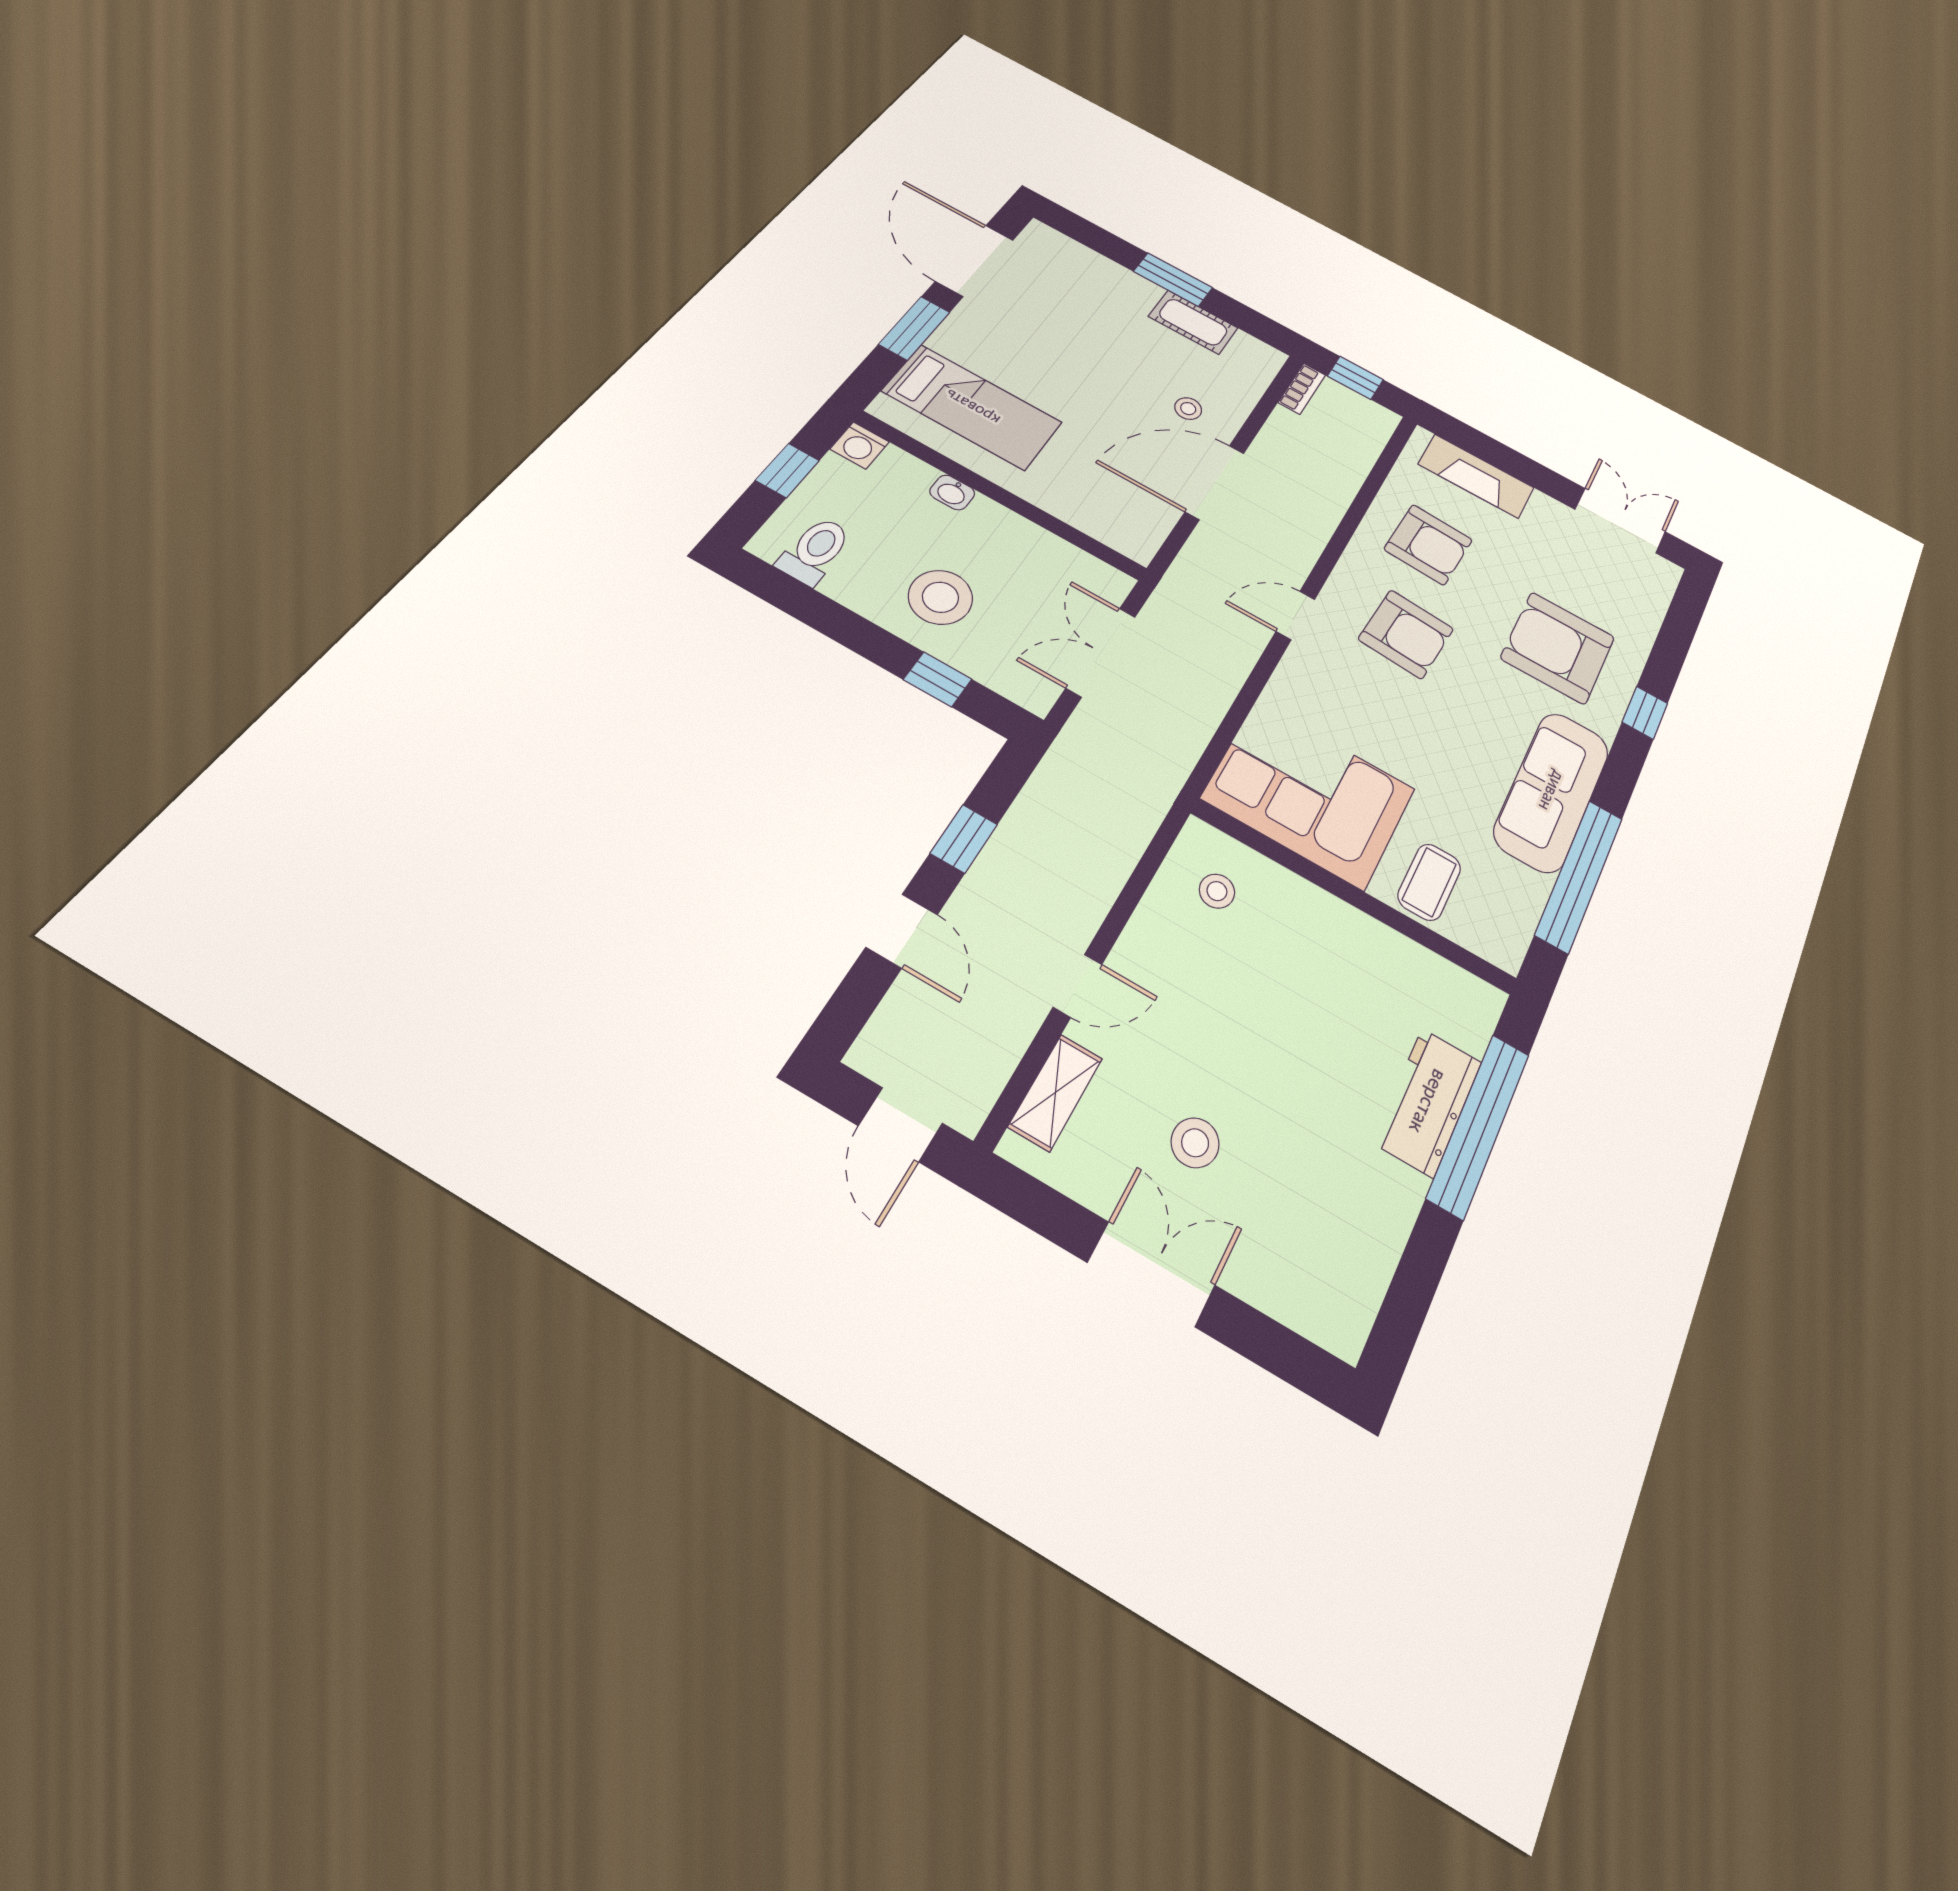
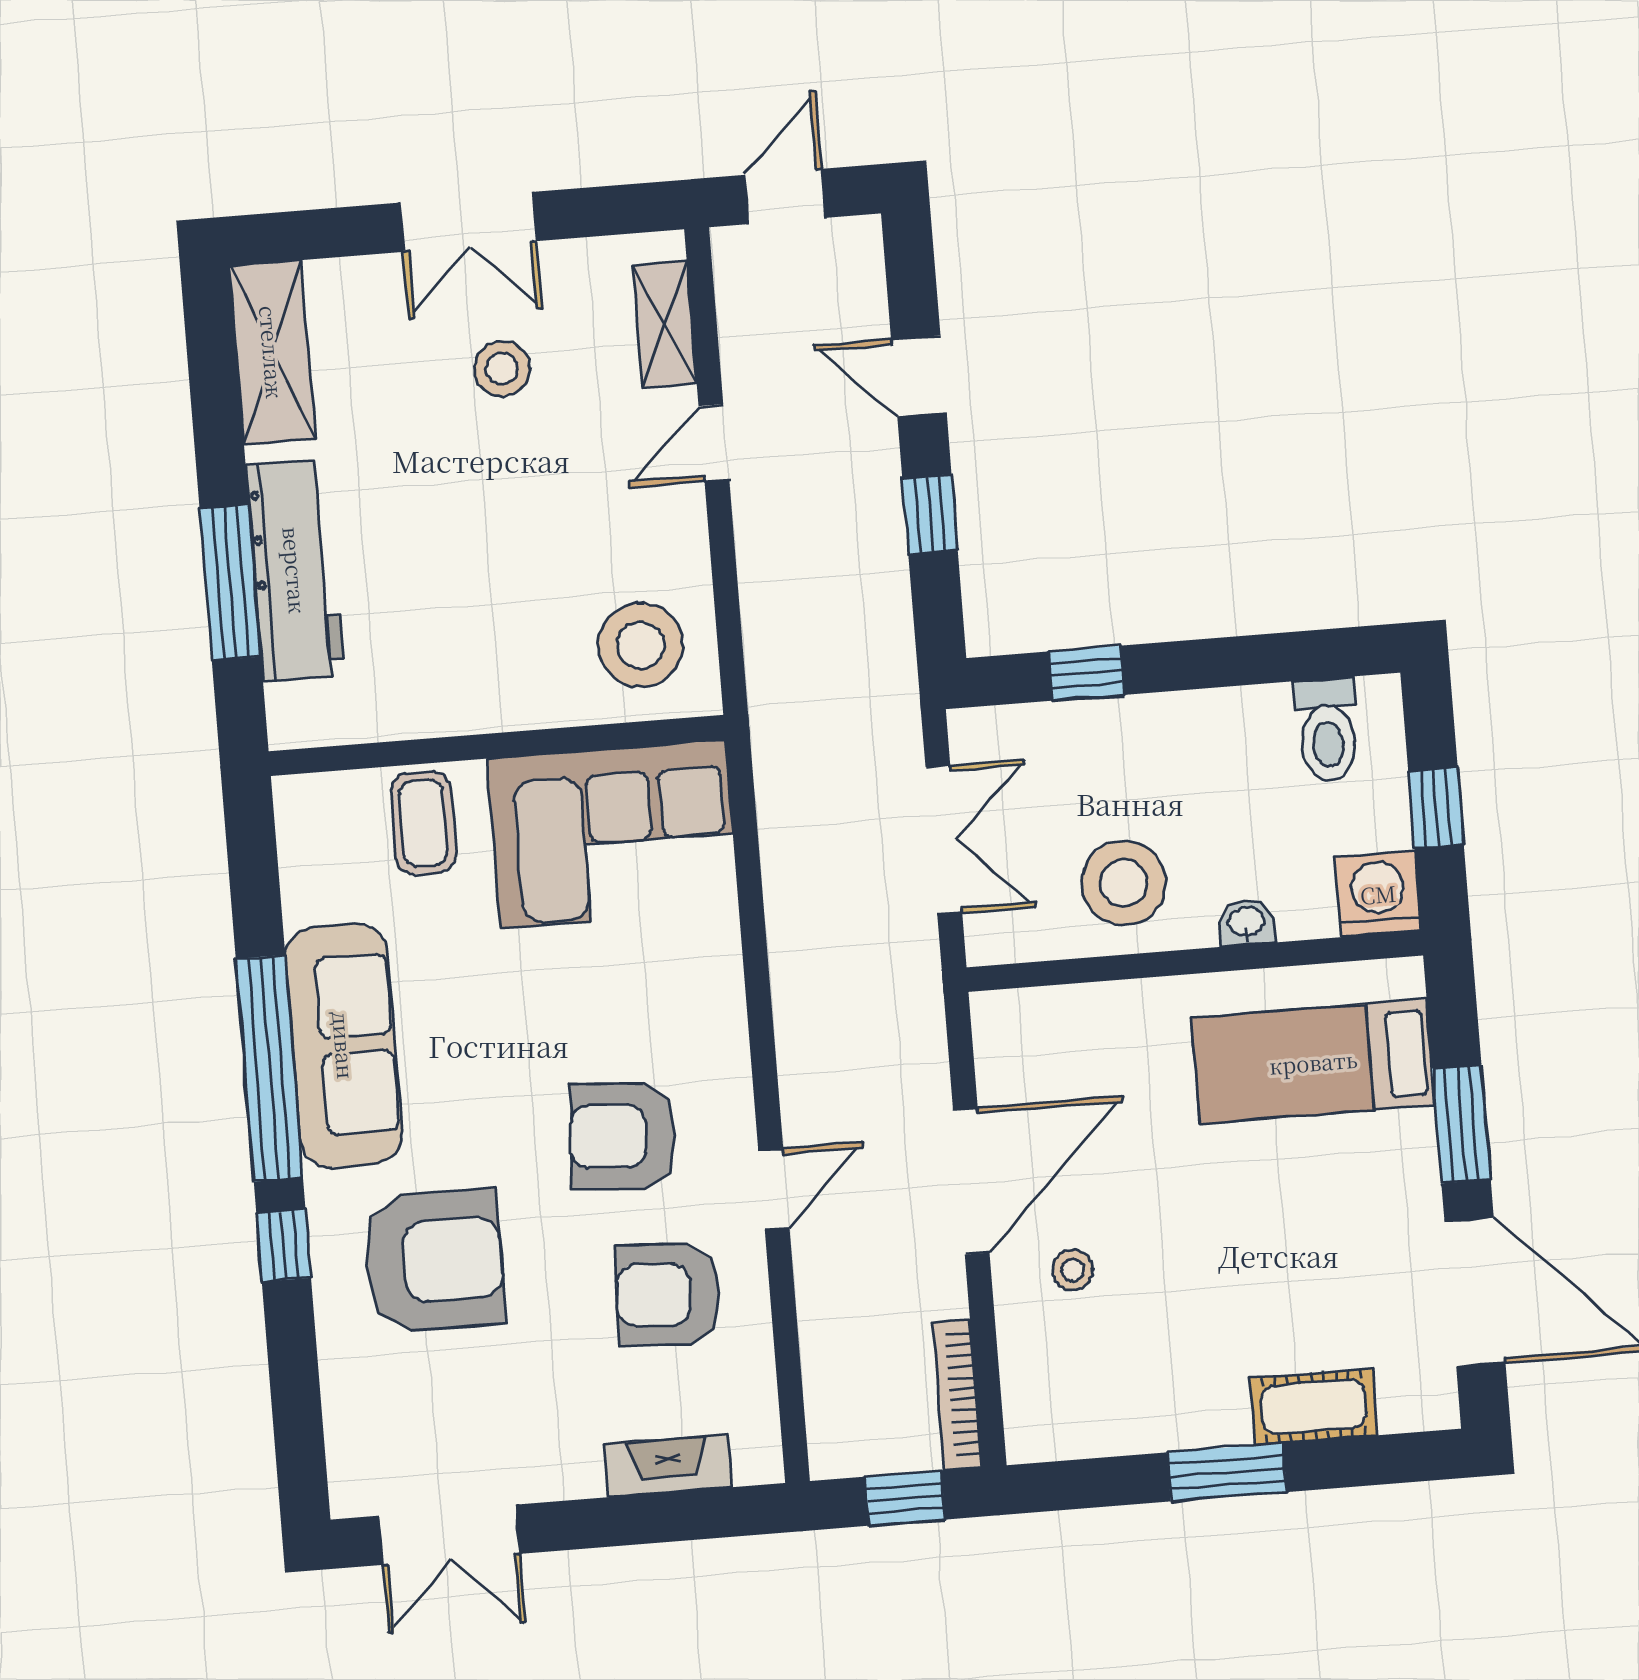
cot: (1193, 322) -> (1314, 1407), moved
bookcase: (1302, 389) -> (957, 1395), width x1.56
washing machine: (860, 445) -> (1378, 894), width x1.38, depth x1.38
fireplace: (1476, 476) -> (668, 1466), width x0.73, depth x0.76
stool: (940, 597) -> (1124, 883), moved
door: (1295, 615) -> (774, 1189), moved
window: (1579, 876) -> (269, 1068), moved
stool: (1217, 891) -> (641, 645), width x1.89, depth x1.89
workbench: (1428, 1102) -> (295, 570), width x1.37
door: (900, 1125) -> (785, 196), hinge flipped
window: (1479, 1125) -> (230, 582), width x0.68
shelving: (1359, 1275) -> (272, 352), added

